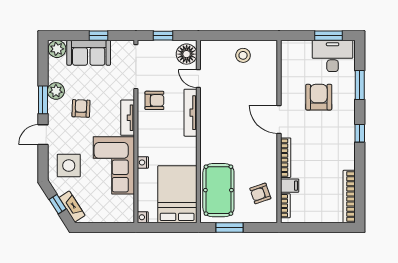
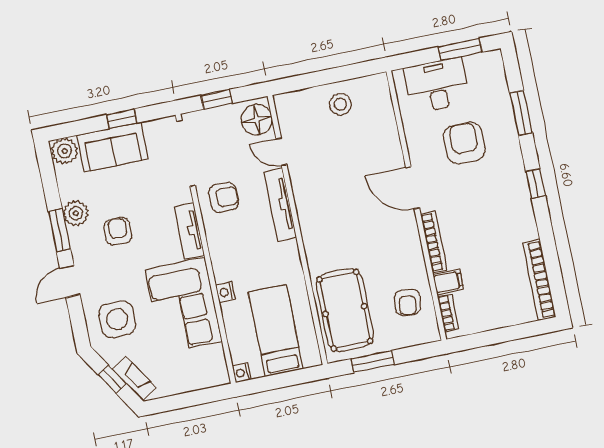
desk: (333, 56) -> (437, 85), moved
armchair: (260, 193) -> (407, 302), turned -64
bed: (177, 194) -> (276, 331), width x0.67

